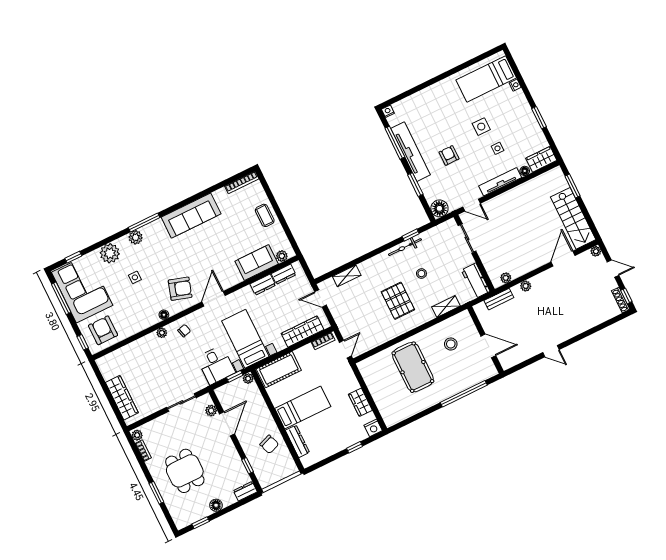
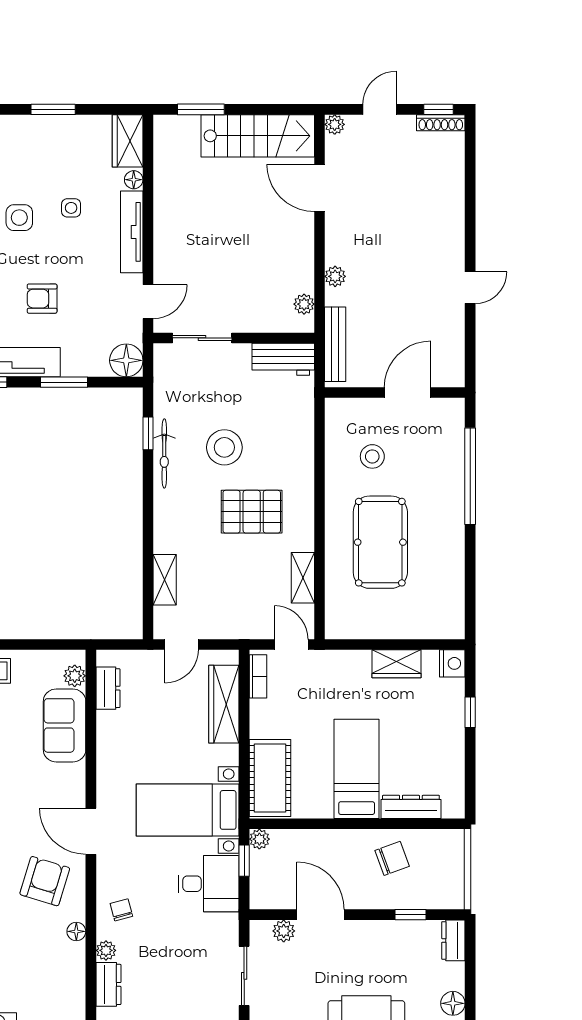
stool: (421, 274) -> (224, 447), width x1.89, depth x1.89
dresser: (263, 285) -> (108, 984), moved
bench: (499, 299) -> (335, 344), width x1.36
shelving: (446, 307) -> (303, 578), moved
pool table: (413, 367) -> (380, 542), turned 90

